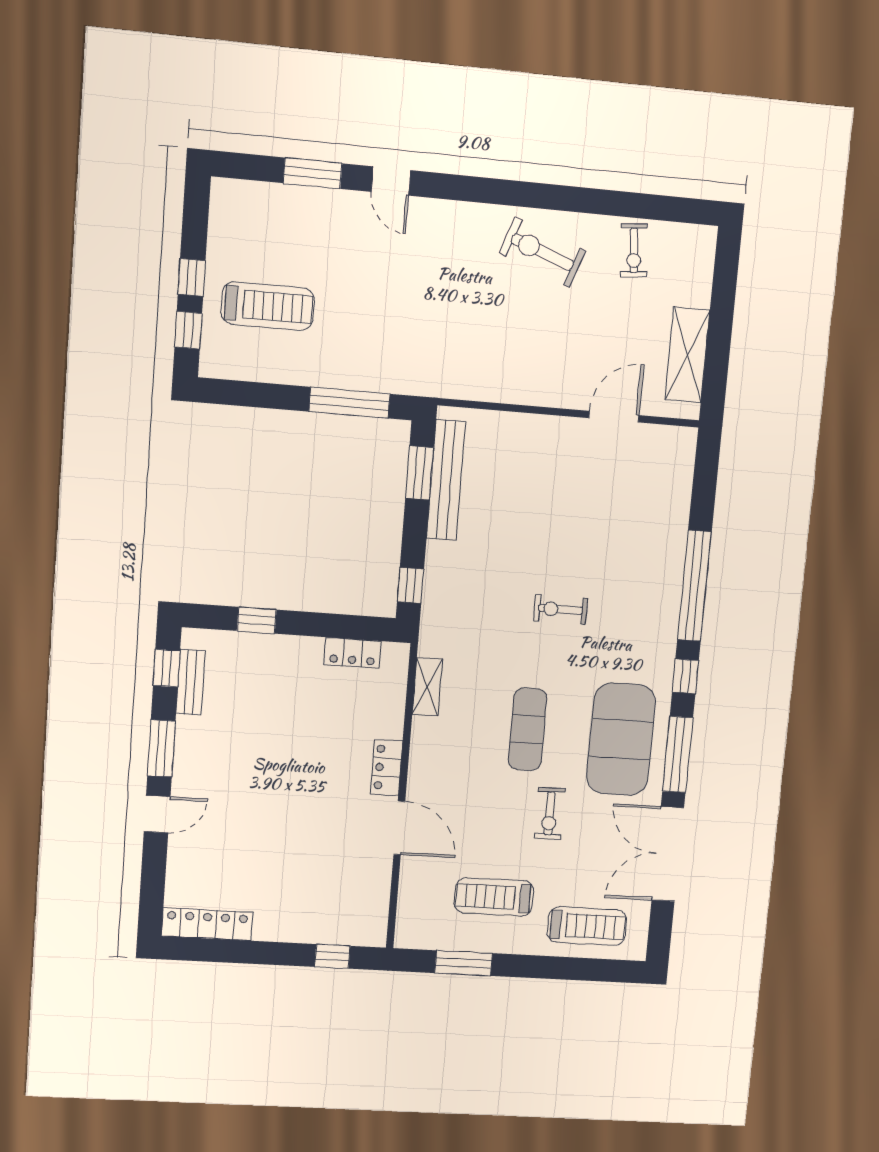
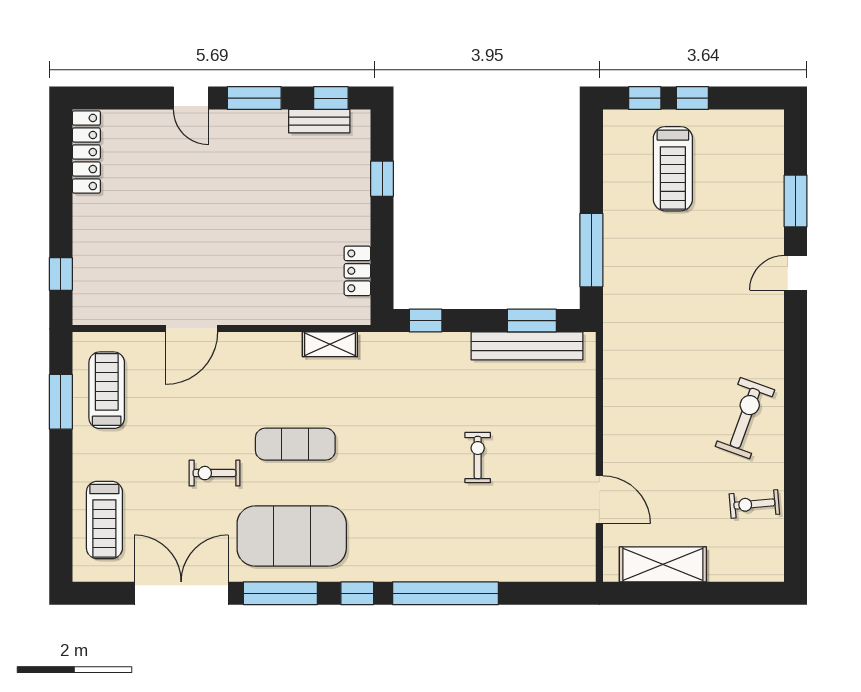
exercise bike: (561, 609) -> (478, 458), moved
locker: (387, 767) -> (250, 312), removed
treadmill: (494, 897) -> (107, 390), moved

